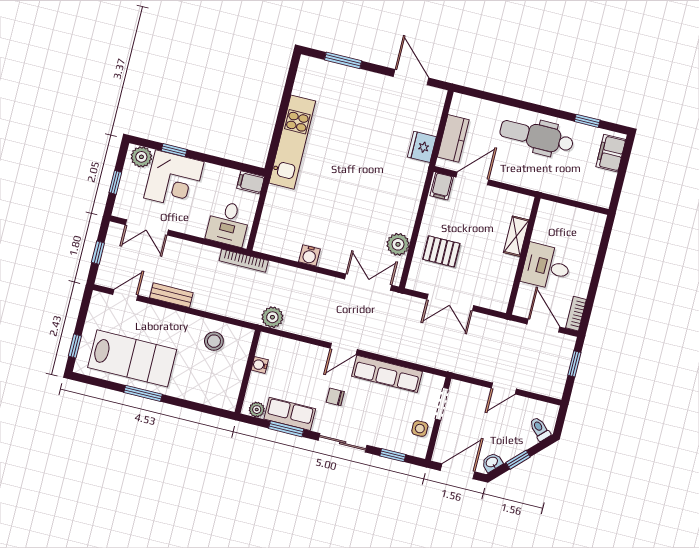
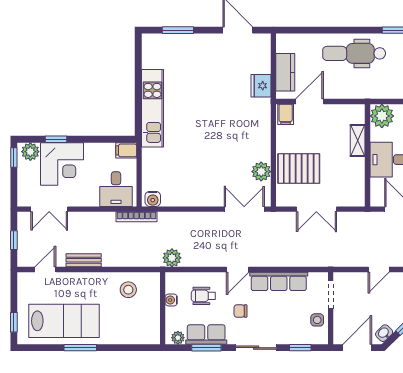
window: (115, 182) -> (14, 157), moved
plant: (551, 215) -> (382, 116), added
pallet: (441, 251) -> (299, 168), width x1.50, depth x1.42
water cooler: (309, 255) -> (153, 199), moved
wheelchair: (297, 369) -> (203, 296), added

